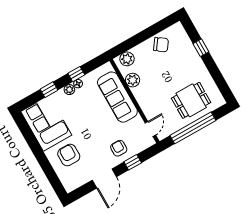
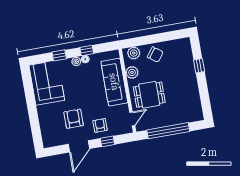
chair: (161, 45) -> (155, 55), moved
dining table: (191, 100) -> (149, 95), moved
armchair: (69, 155) -> (74, 119), moved

